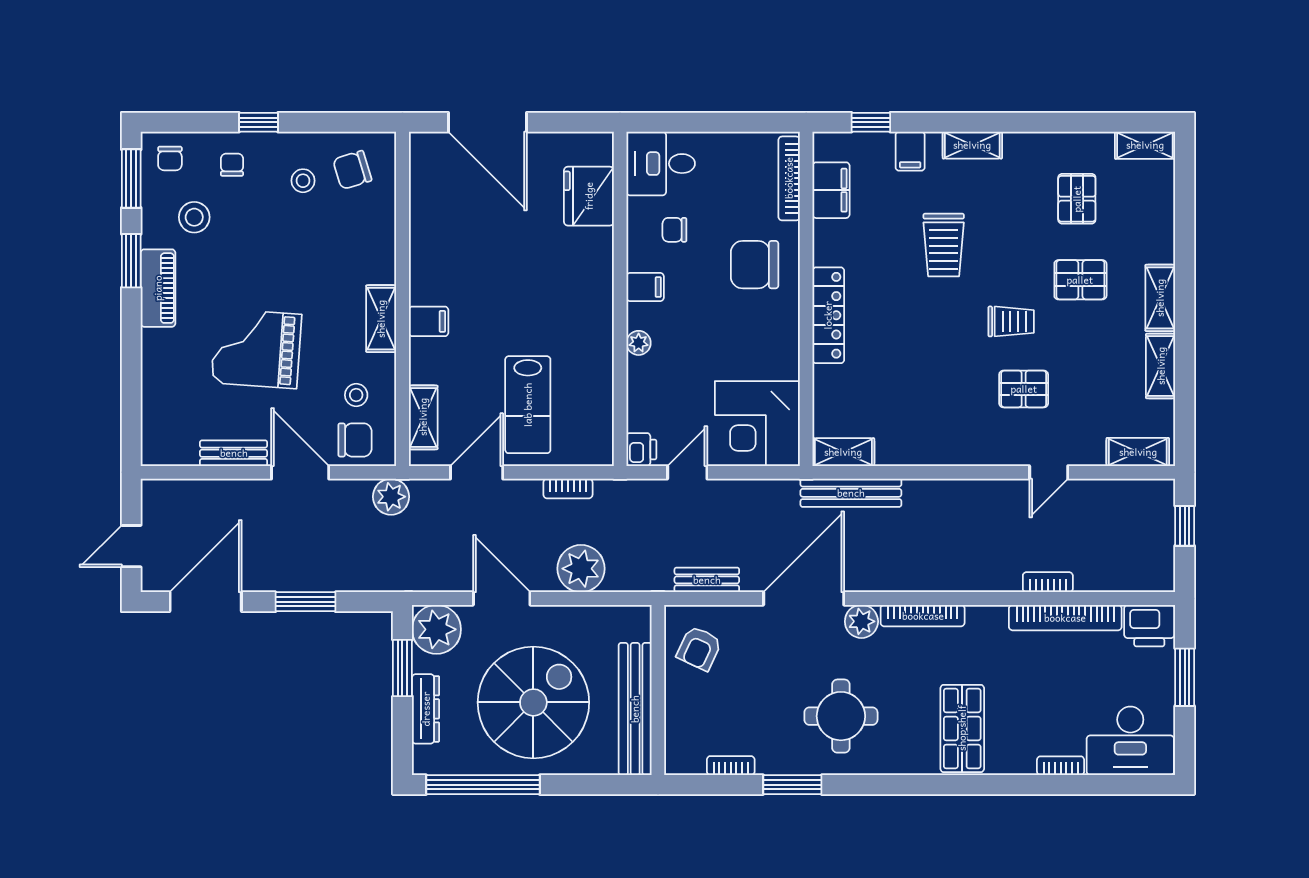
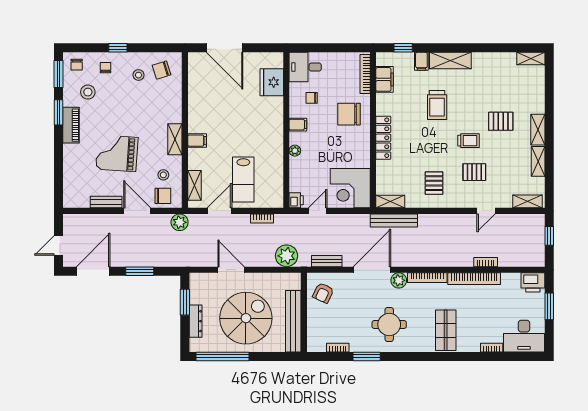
shelving: (972, 145) -> (450, 61), width x1.50, depth x1.33
pallet: (1077, 199) -> (434, 183), moved
plant: (581, 569) -> (286, 256), moved
bookcase: (1065, 618) -> (474, 279), moved
plant: (436, 629) -> (201, 284), removed

